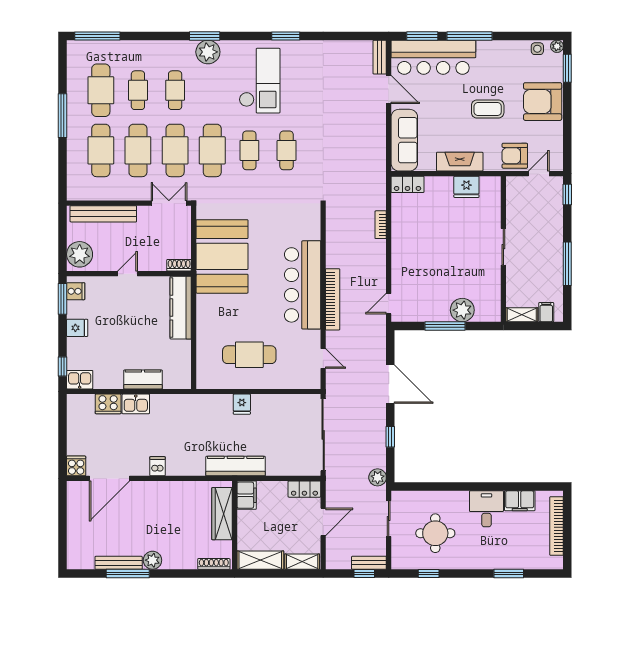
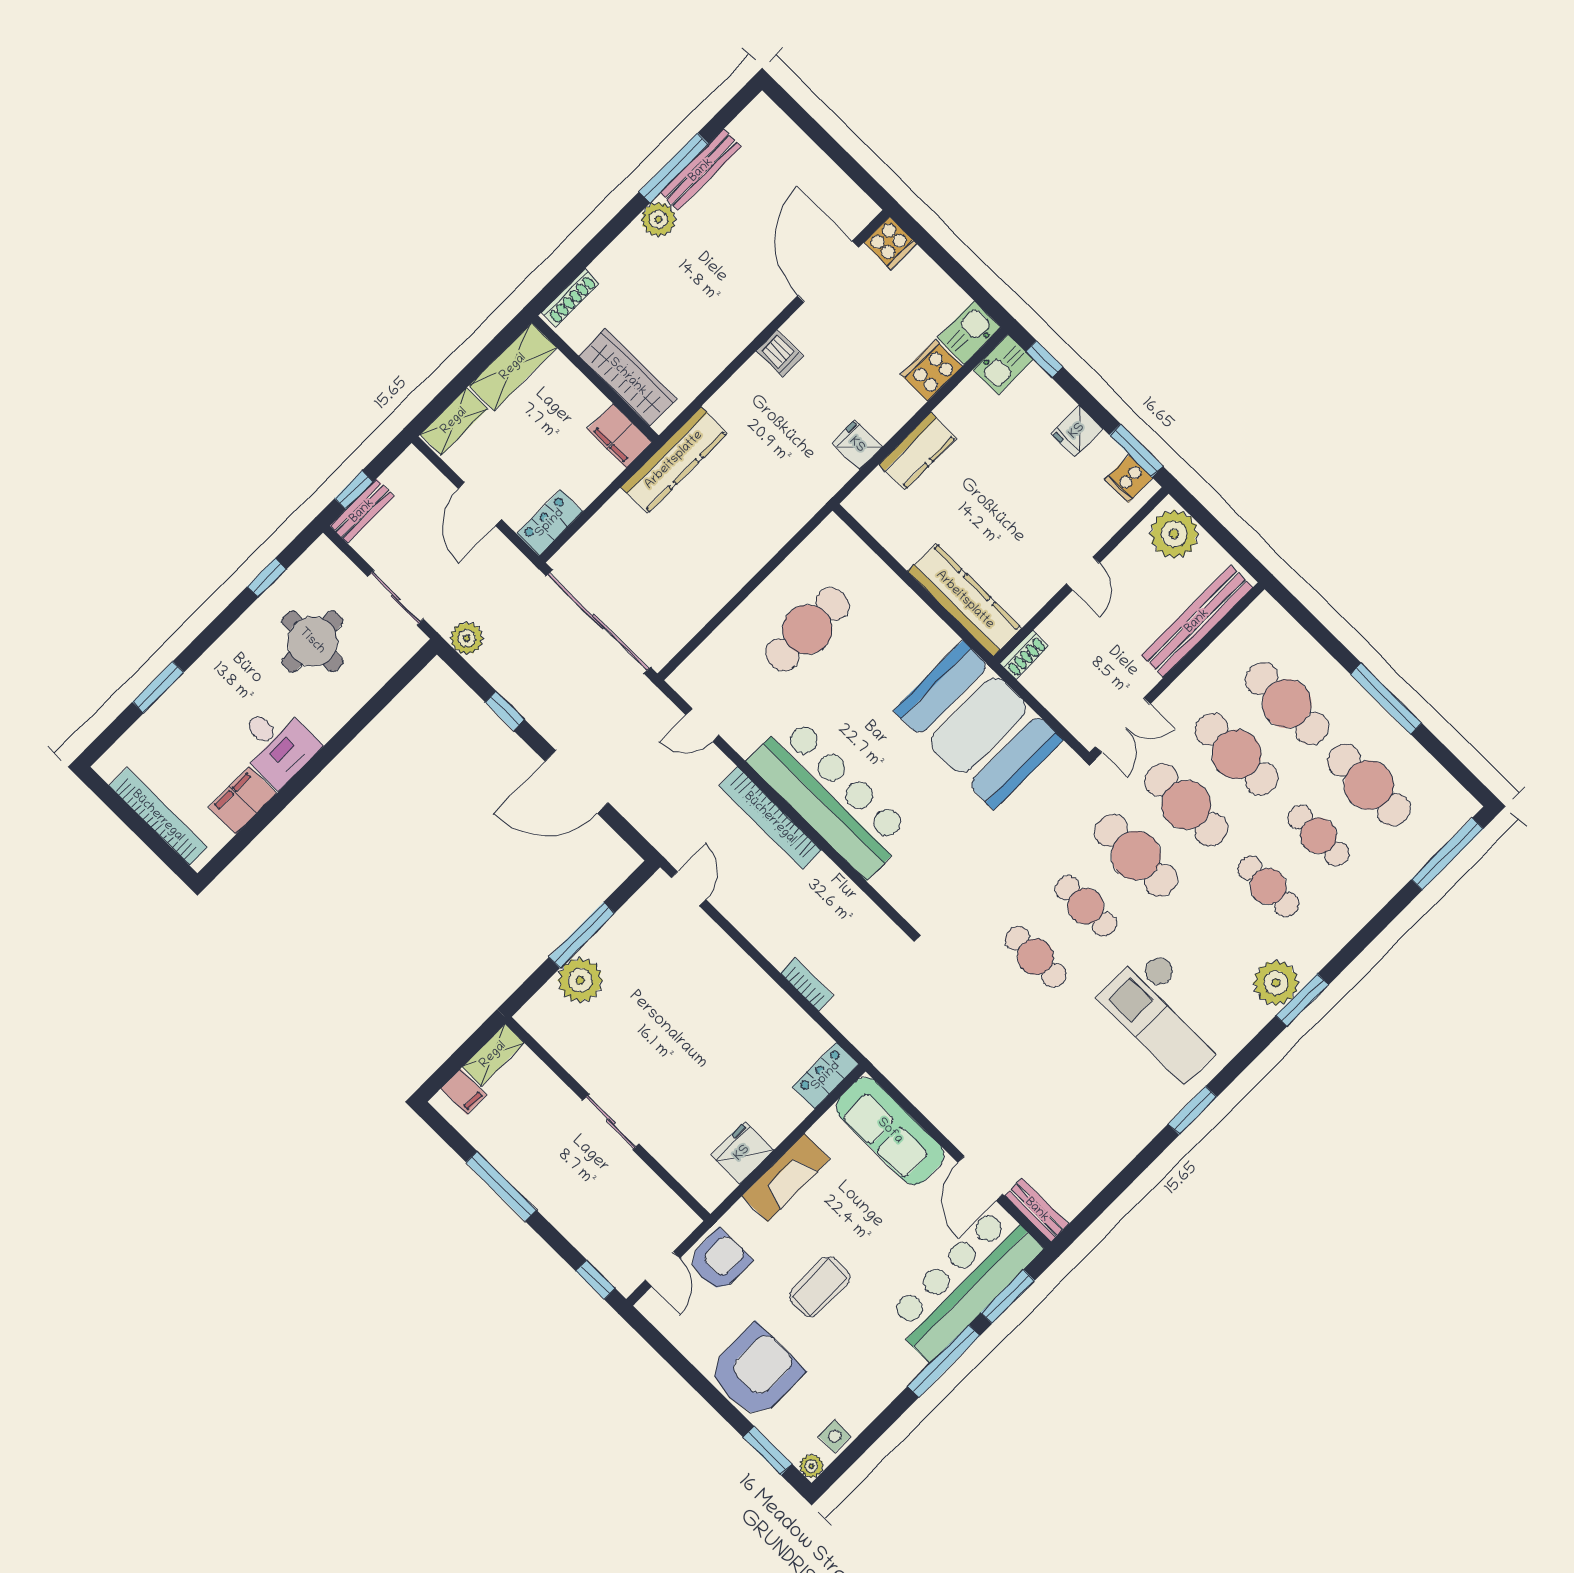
door: (389, 89) -> (980, 1178), hinge flipped
kitchen sink: (136, 404) -> (969, 333), moved
fridge: (242, 404) -> (857, 445), moved

